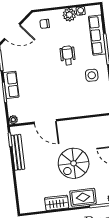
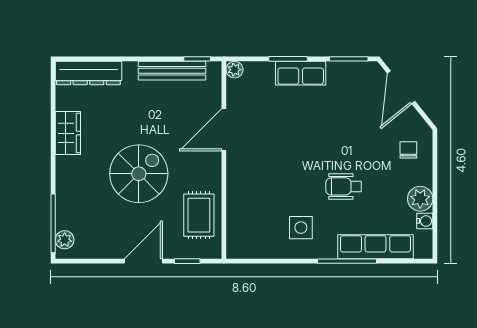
wheelchair: (68, 55) -> (344, 186), turned 180
spiral stairs: (74, 163) -> (139, 174), turned 90
dresser: (24, 196) -> (88, 73), added
rug: (83, 197) -> (199, 215), moved

